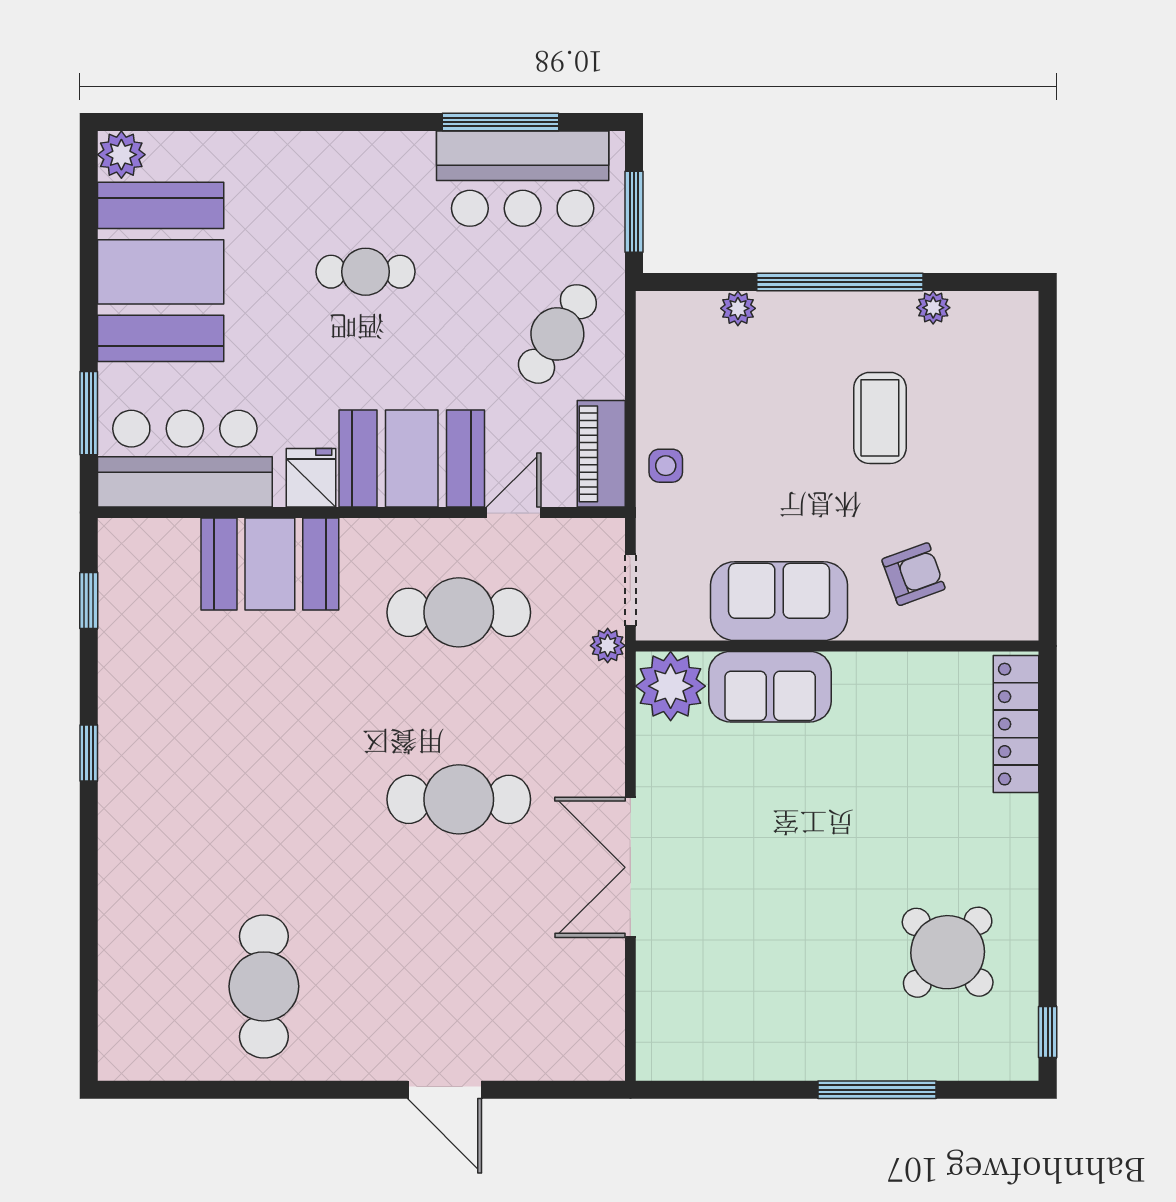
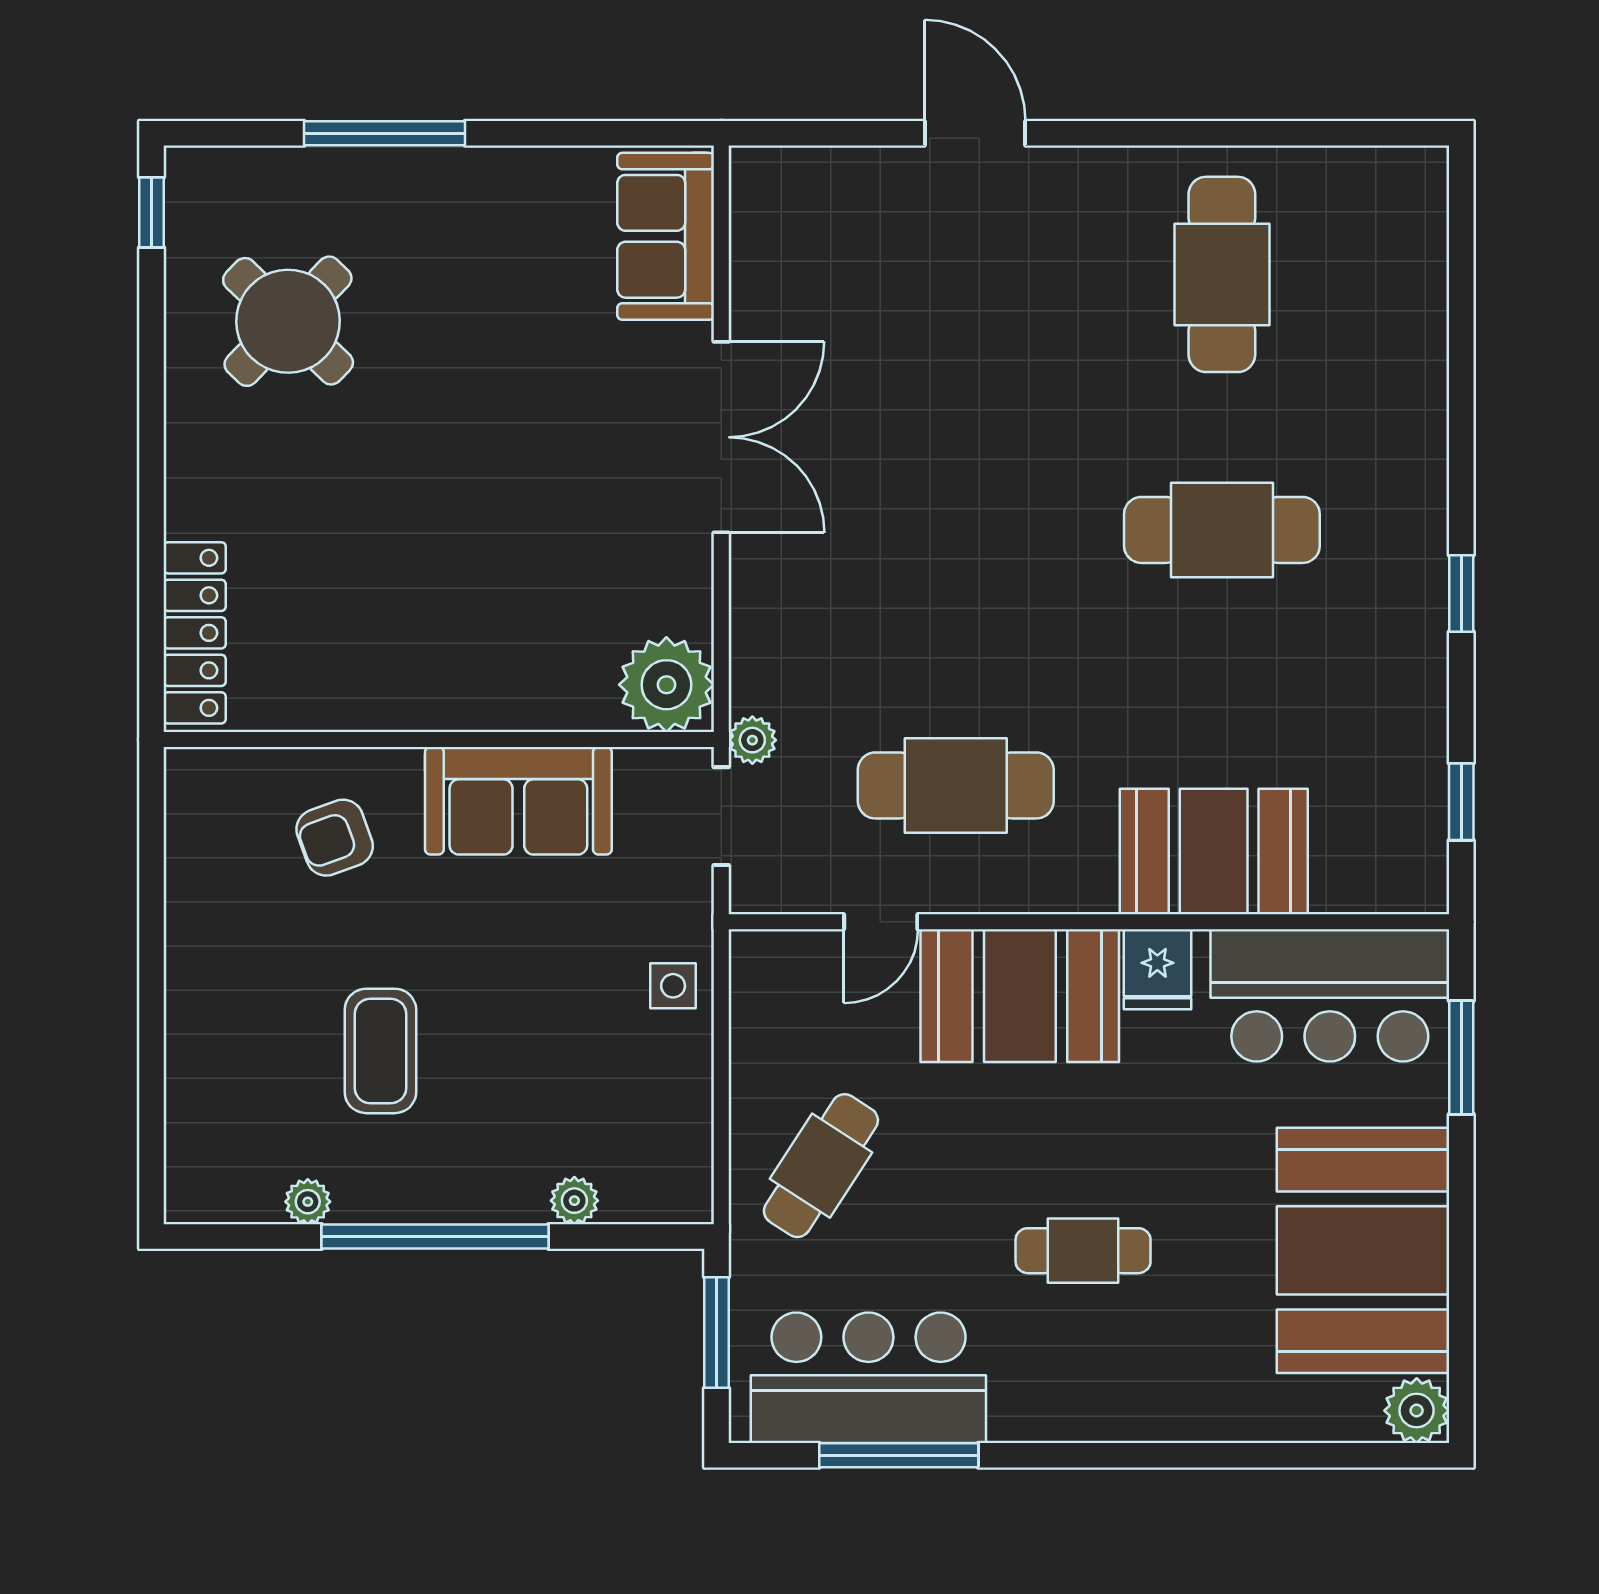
piano: (601, 454) -> (761, 1002), removed
sofa: (770, 687) -> (666, 236), moved, turned -90
cafe table: (459, 799) -> (1222, 530), moved

